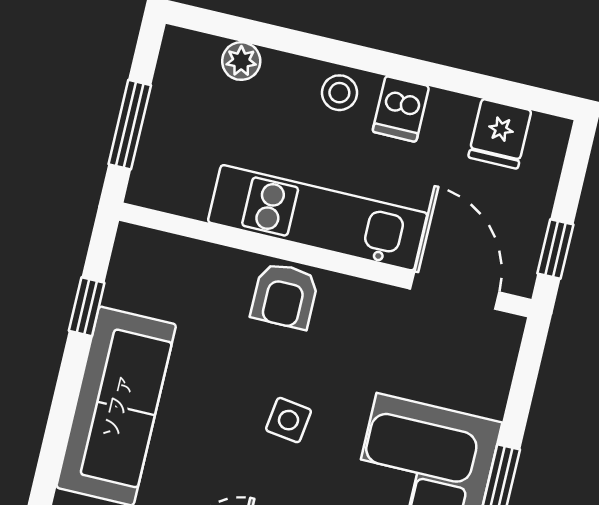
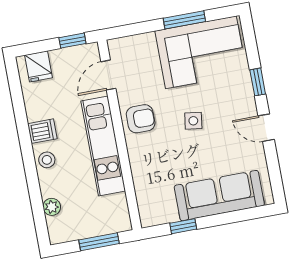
fridge: (500, 134) -> (38, 66), moved, turned 90
door: (455, 291) -> (108, 75), width x0.73
armchair: (285, 296) -> (141, 119), moved

